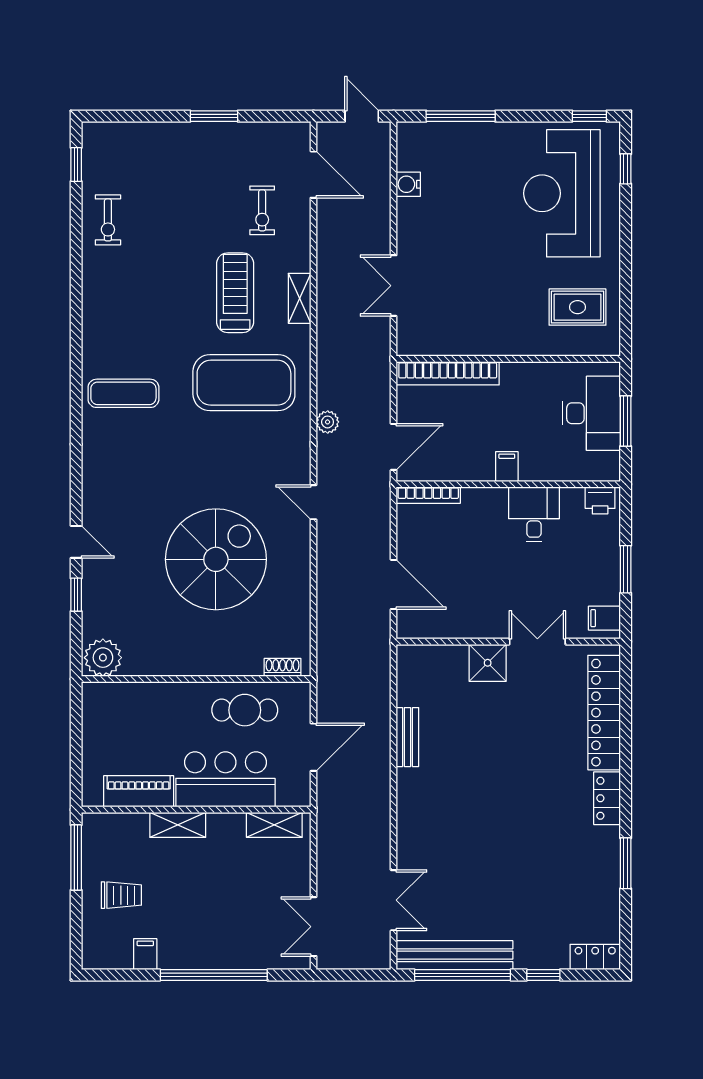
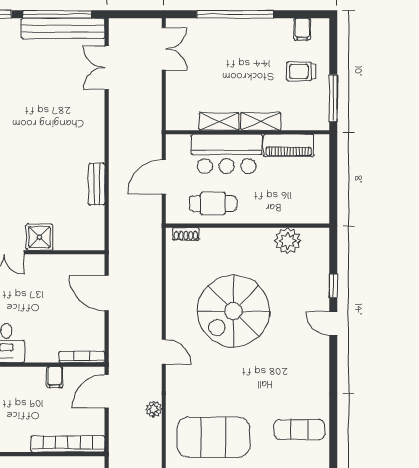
filing cabinet: (507, 467) -> (55, 377), moved
plant: (103, 658) -> (288, 241), moved
shelving: (274, 825) -> (219, 121), moved
filing cabinet: (145, 954) -> (302, 29), moved

